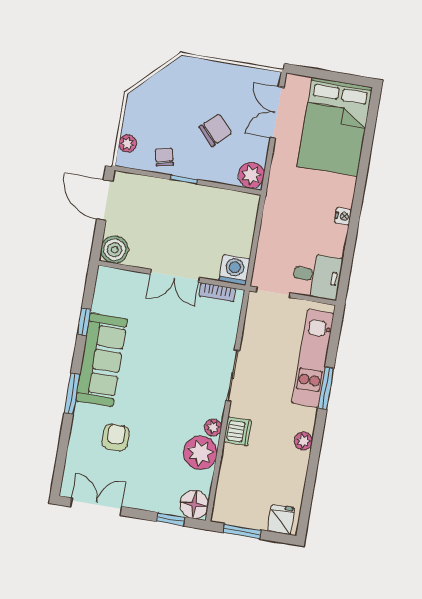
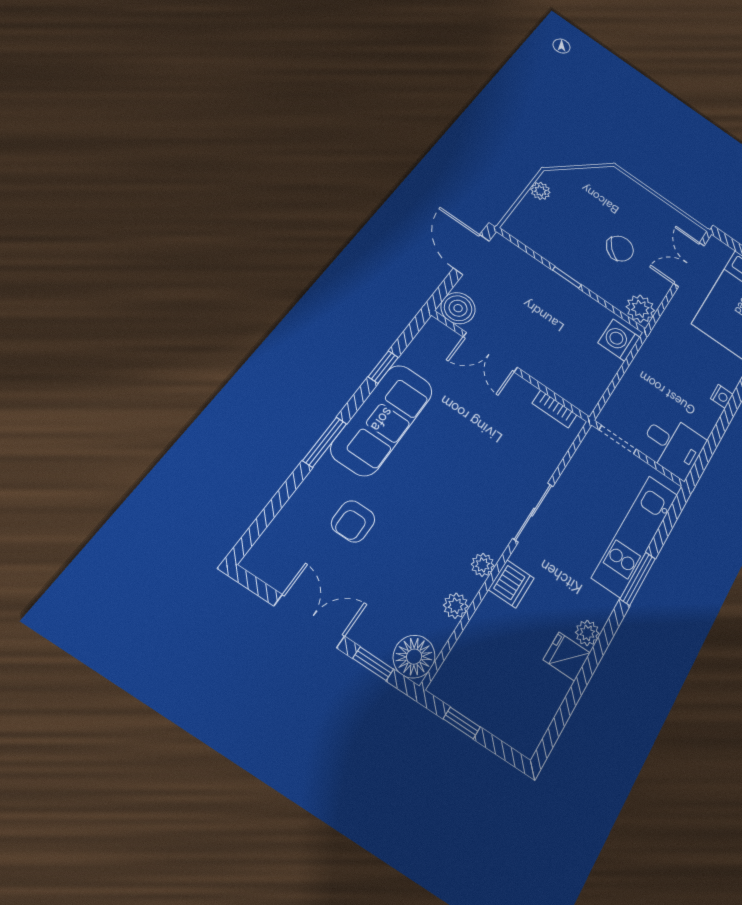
plant: (128, 144) -> (540, 191), moved
chair: (164, 157) -> (556, 246), removed
washing machine: (234, 270) -> (619, 340), moved, turned -90
double door: (175, 276) -> (490, 352), moved
armchair: (116, 437) -> (353, 521), turned 180
plant: (200, 453) -> (456, 606), width x0.53, depth x0.53
double door: (96, 507) -> (309, 621), moved
fridge: (281, 520) -> (567, 656), moved, turned -90
window: (242, 531) -> (462, 723), width x0.67

